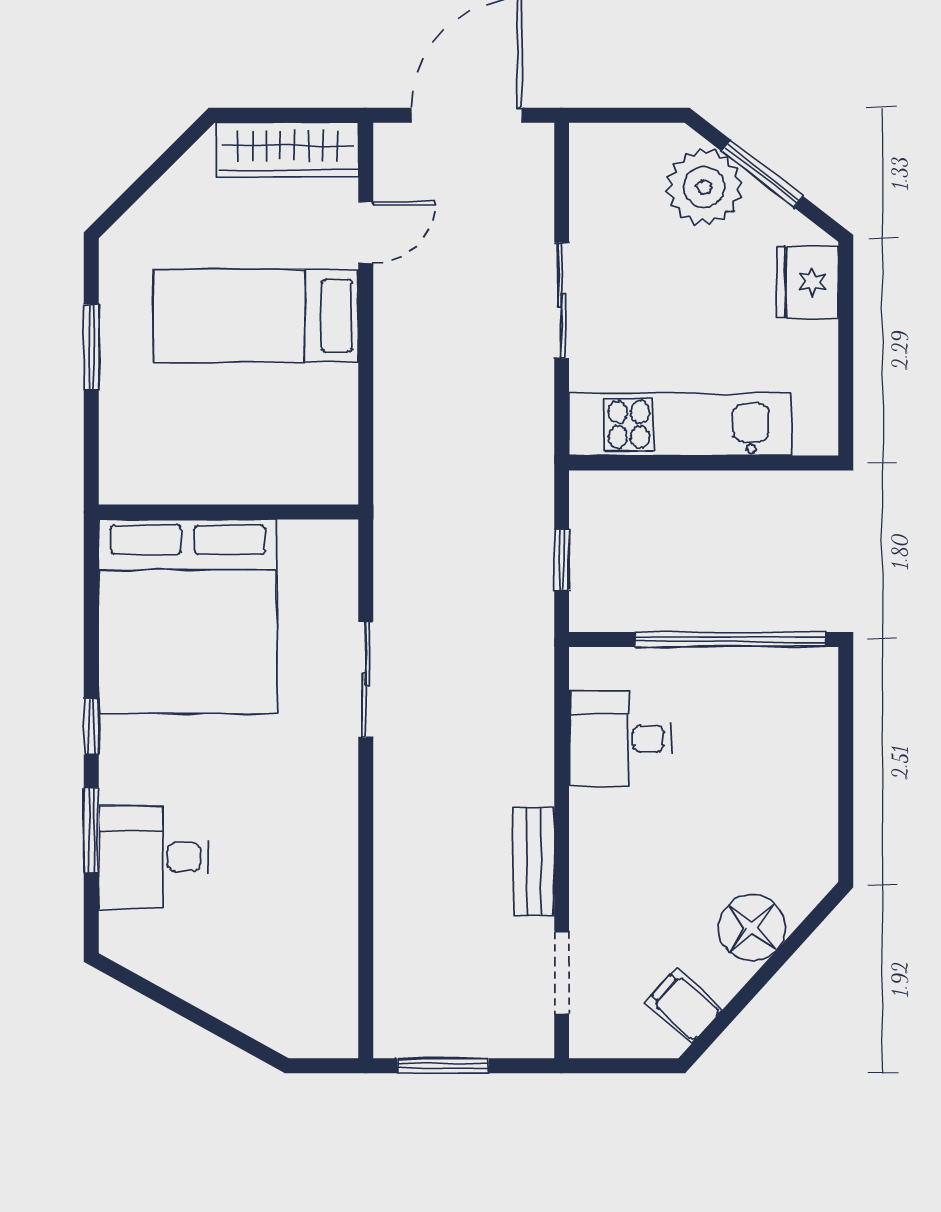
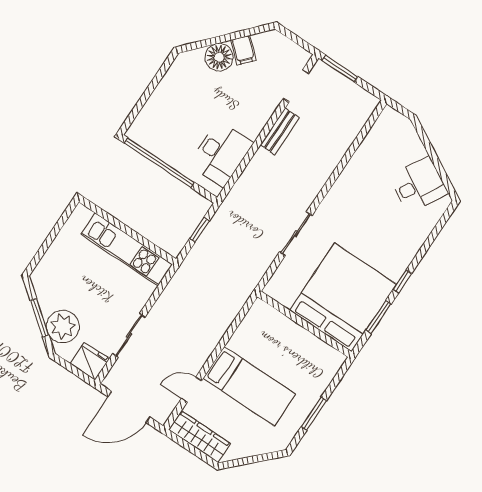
fridge: (807, 282) -> (90, 361), moved, turned -90
sliding door: (562, 300) -> (129, 335), moved
desk: (620, 739) -> (221, 154), width x1.37
window: (91, 830) -> (379, 317), moved
desk: (154, 857) -> (418, 185), moved, turned -61
filing cabinet: (684, 1006) -> (243, 50), moved
window: (443, 1066) -> (340, 69), moved

